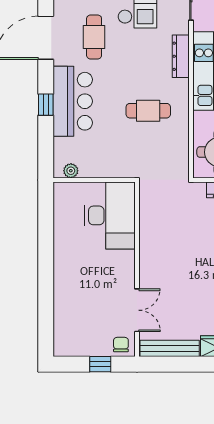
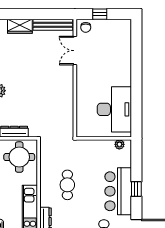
cafe table: (148, 111) -> (67, 185), turned 90
desk: (110, 215) -> (114, 109), moved, turned 180

